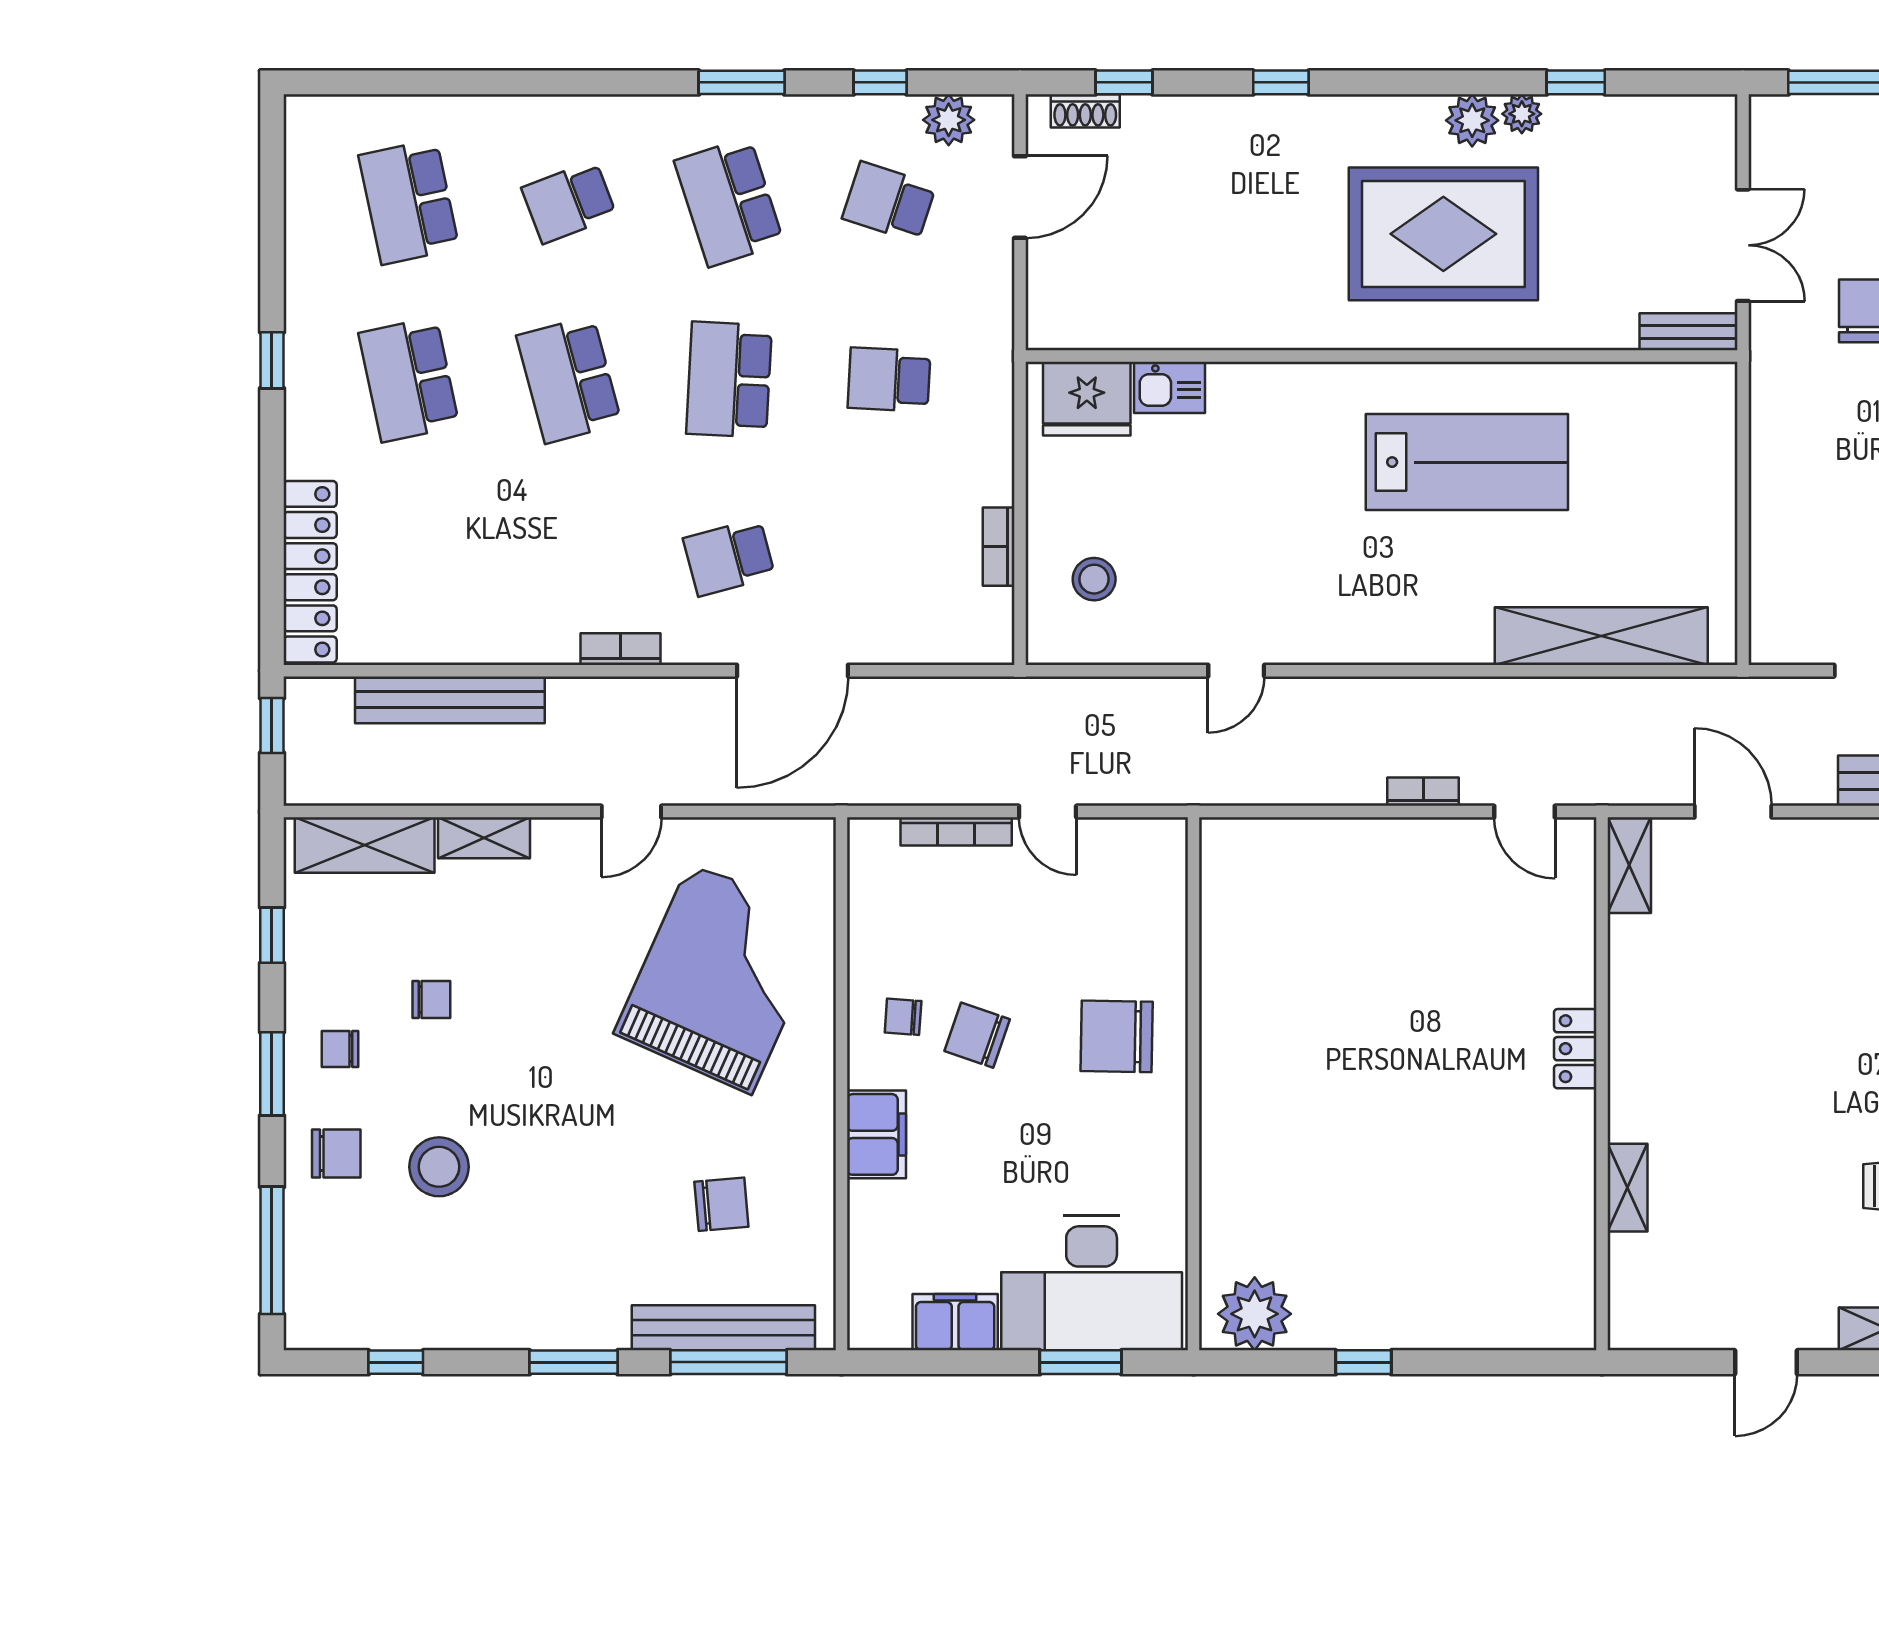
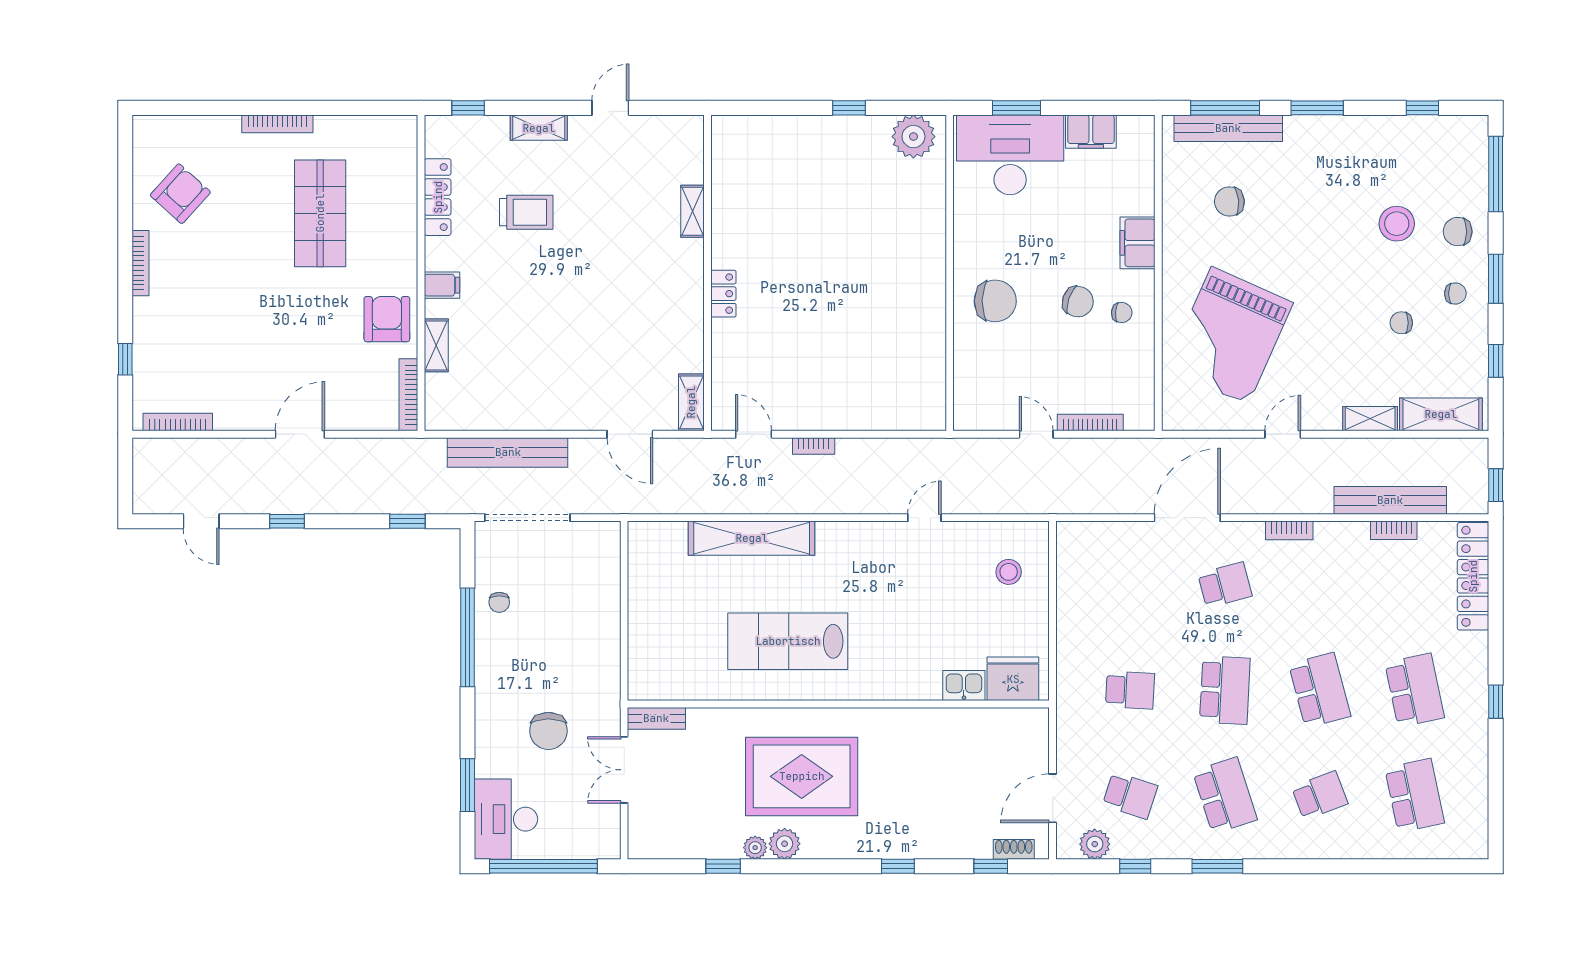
bookcase: (999, 547) -> (1394, 530), moved, turned 90
shelving: (1601, 636) -> (752, 538), moved

